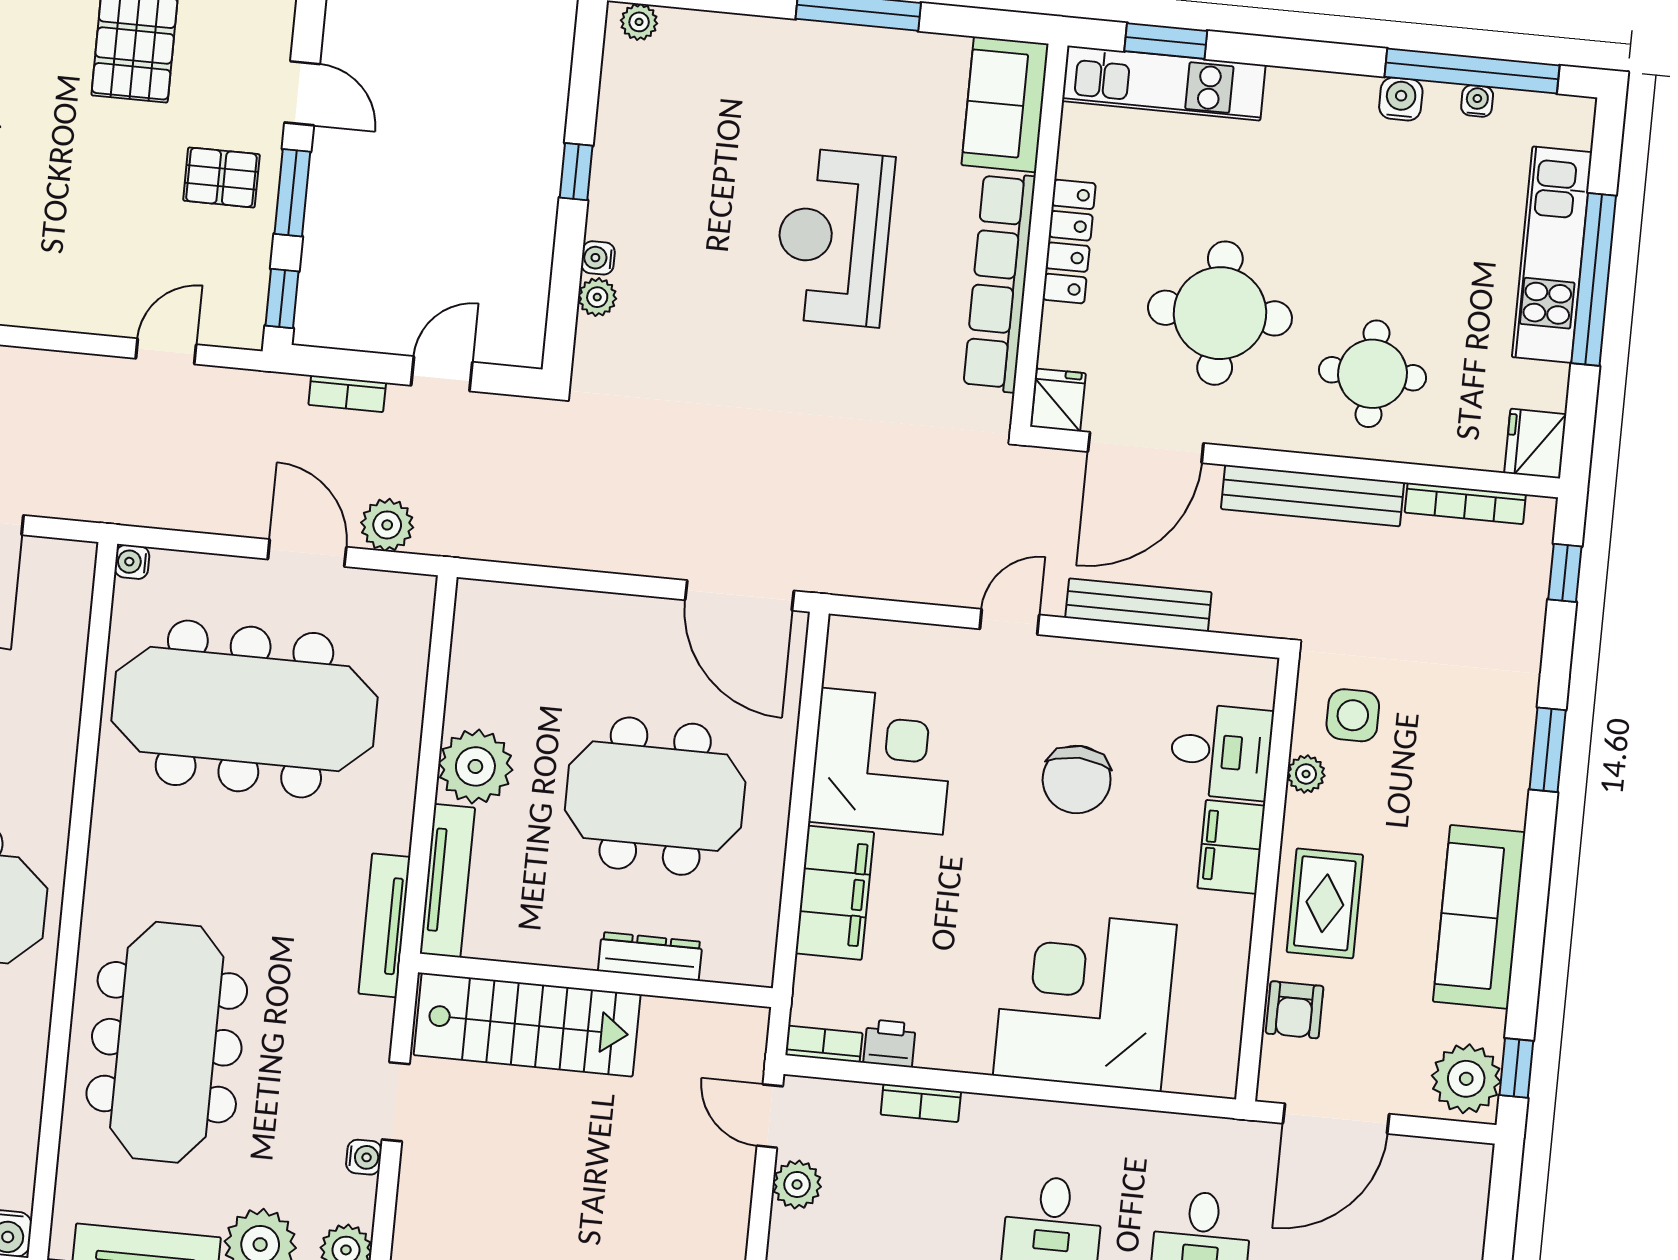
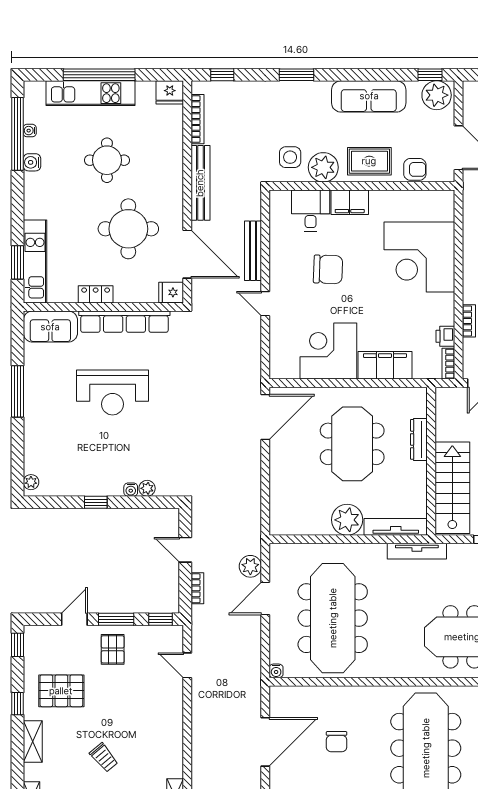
locker: (1069, 241) -> (96, 294), width x0.66
round table: (1372, 374) -> (107, 160), moved
plant: (1306, 774) -> (323, 167), width x1.88, depth x1.88

